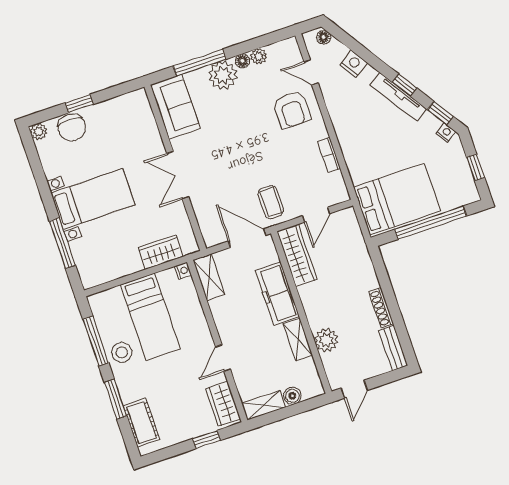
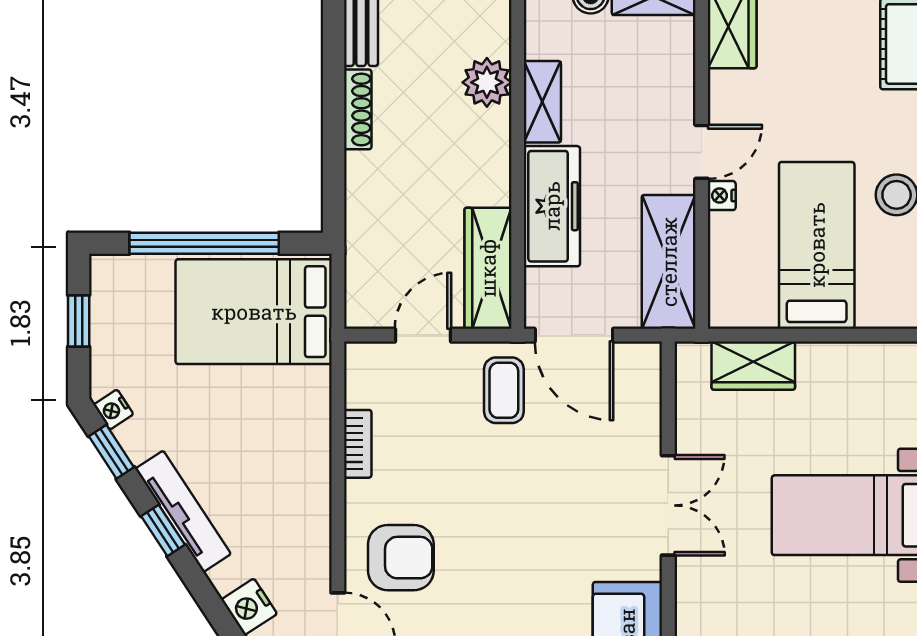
armchair: (292, 110) -> (401, 558), turned 90
nightstand: (183, 271) -> (722, 196), moved
shelving: (209, 277) -> (669, 262), width x1.50, depth x1.33
door: (223, 358) -> (702, 152), moved

